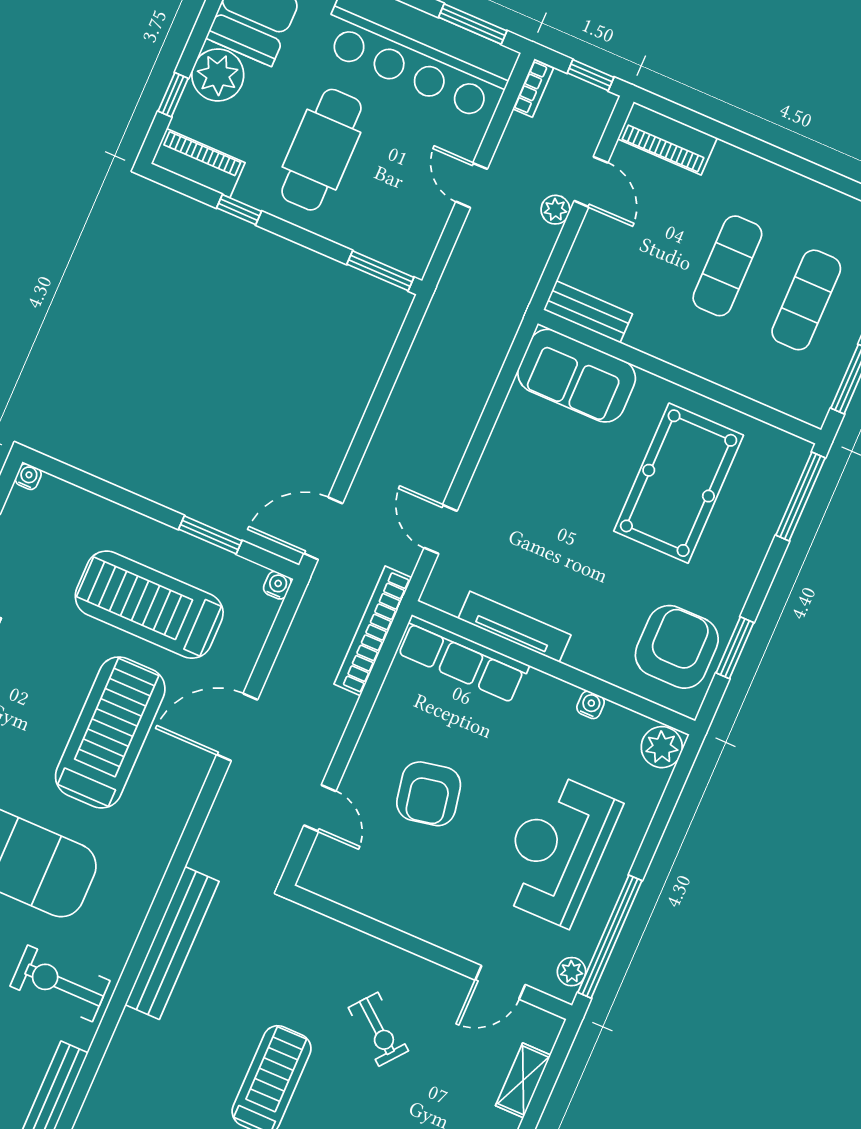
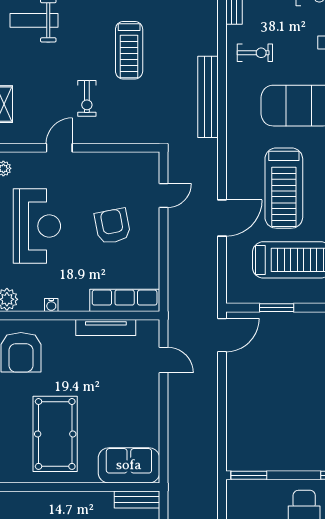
water cooler: (277, 585) -> (232, 297), removed
bookcase: (373, 631) -> (175, 295), removed
door: (320, 808) -> (163, 195), swing flipped
door: (500, 982) -> (59, 148), moved
exercise bike: (60, 983) -> (255, 53), width x0.73, depth x0.72
exercise bike: (378, 1029) -> (87, 98), turned -129

